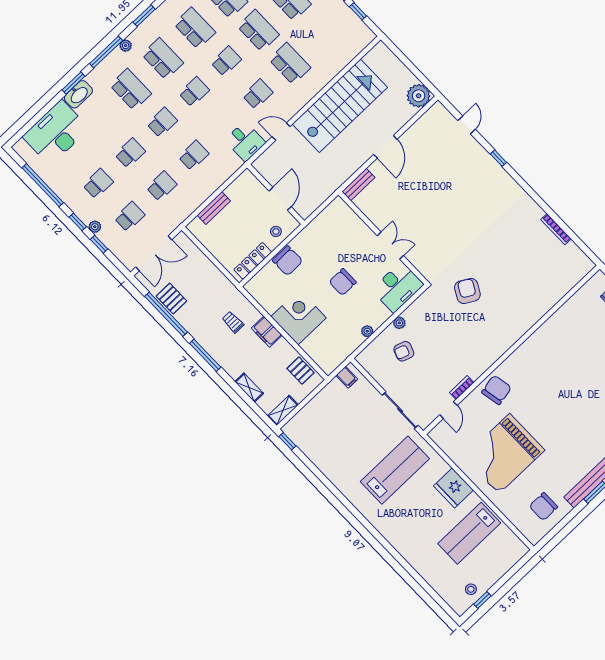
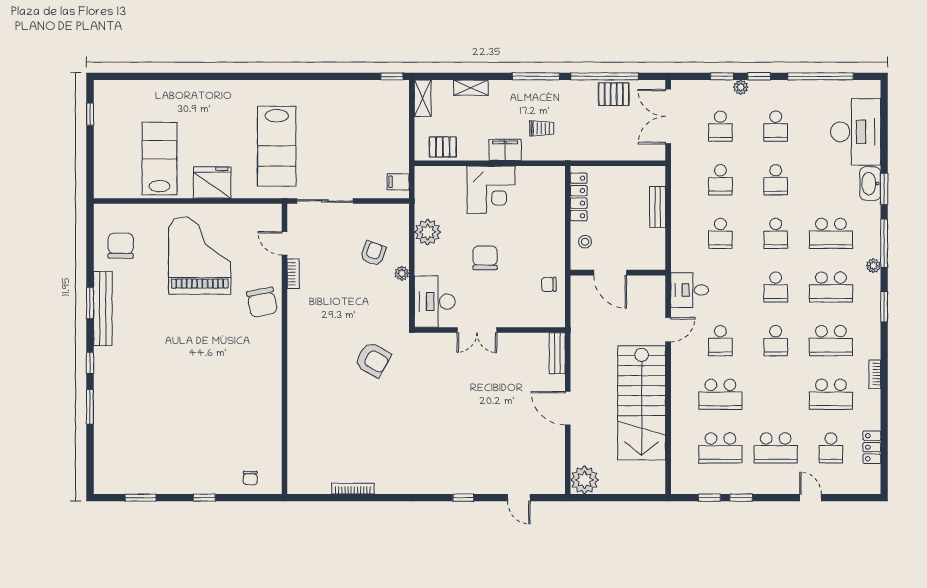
school desk: (258, 31) -> (720, 448), moved
chair: (288, 261) -> (549, 284), moved, width x0.54, depth x0.54
plant: (367, 331) -> (428, 232), width x1.87, depth x1.87
stool: (471, 589) -> (109, 113), removed

